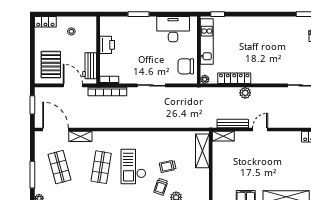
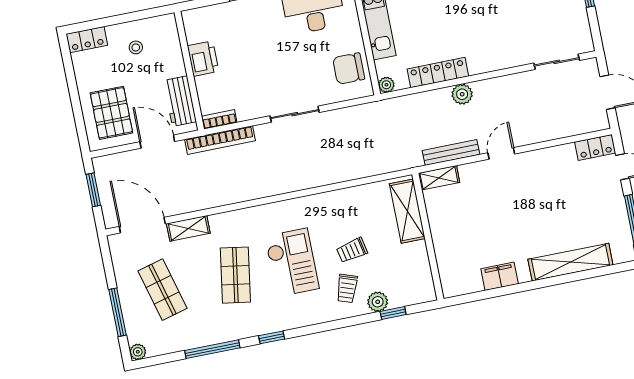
checkout: (133, 166) -> (292, 262), turned 180

